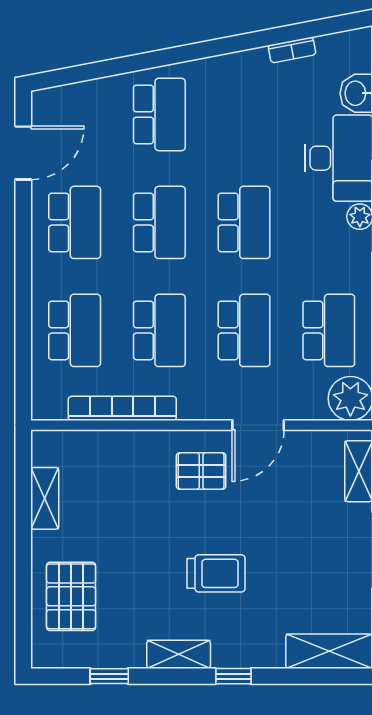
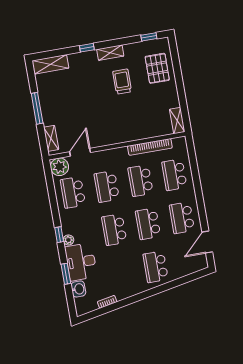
door: (258, 425) -> (80, 152), moved
pallet: (201, 471) -> (114, 127), removed
shelving: (45, 498) -> (177, 121), moved
trolley: (216, 573) -> (122, 82), moved, turned 90
window: (109, 676) -> (149, 37), moved

